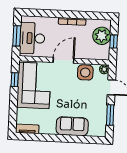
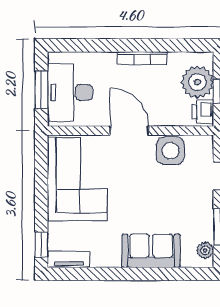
printer: (104, 52) -> (203, 112), added
door: (64, 60) -> (129, 131), hinge flipped
plant: (104, 69) -> (205, 250), moved
window: (15, 80) -> (41, 245), moved

